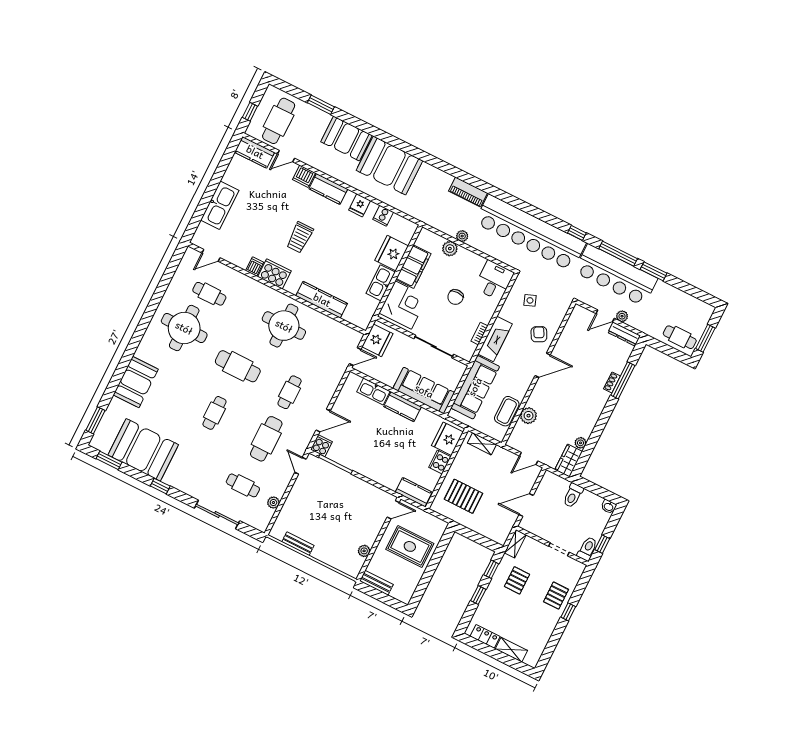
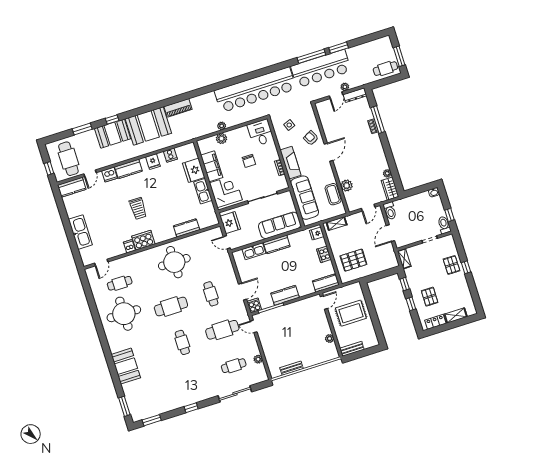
piano: (468, 192) -> (178, 108), moved
window: (577, 233) -> (112, 120), moved
kitchen counter: (322, 300) -> (187, 228), width x0.67
door: (355, 356) -> (227, 242), swing flipped
cafe table: (266, 439) -> (222, 330), turned 90
fridge: (447, 439) -> (317, 233), width x0.53, depth x0.75
booth: (143, 450) -> (164, 397), removed
kitchen counter: (362, 465) -> (285, 295), added
toilet: (573, 495) -> (390, 211), moved
pallet: (517, 580) -> (430, 297), moved

